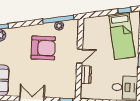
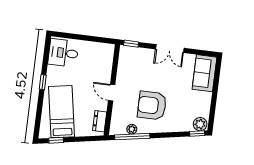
door: (80, 56) -> (112, 93), hinge flipped
dresser: (86, 75) -> (100, 121), moved

